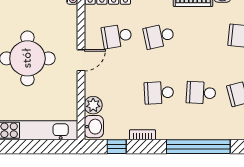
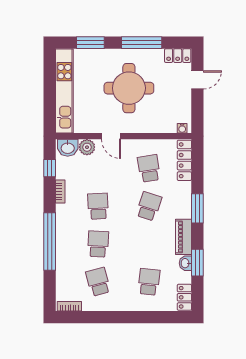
school desk: (159, 36) -> (149, 206), turned 30
door: (81, 60) -> (111, 136), moved

